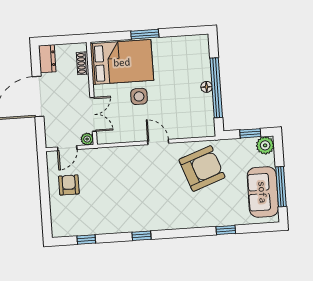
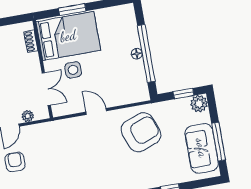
bed: (122, 62) -> (68, 36), moved
shoe rack: (83, 63) -> (31, 41), moved
wall: (92, 93) -> (43, 69), moved
double door: (93, 114) -> (46, 89), moved

